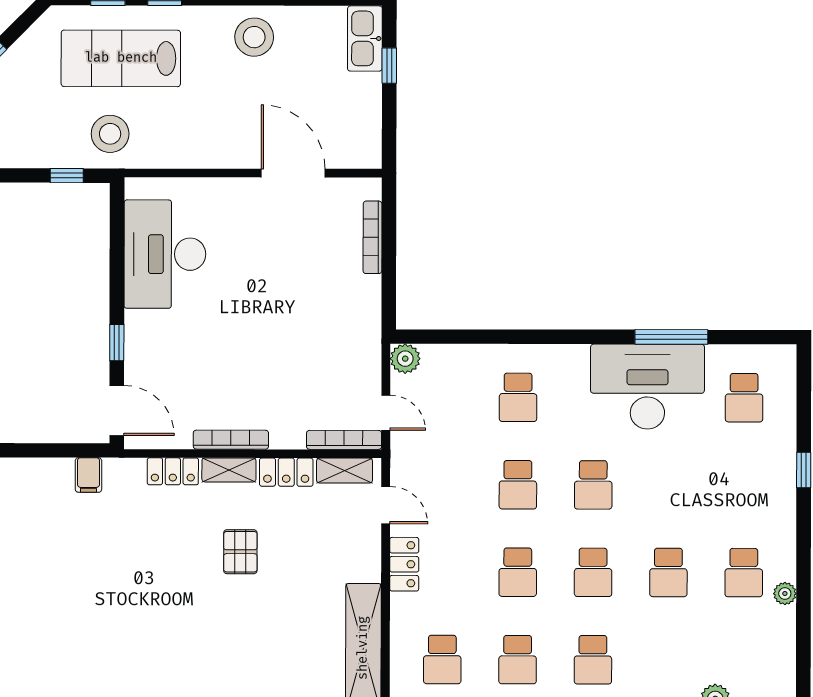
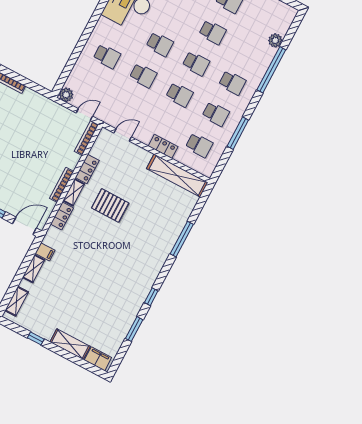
shelving: (345, 471) -> (34, 269), moved
pallet: (240, 552) -> (110, 205), width x1.50, depth x1.42
locker: (404, 564) -> (163, 146), moved

